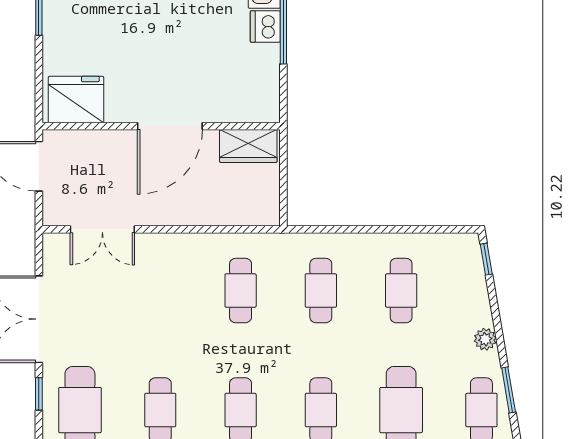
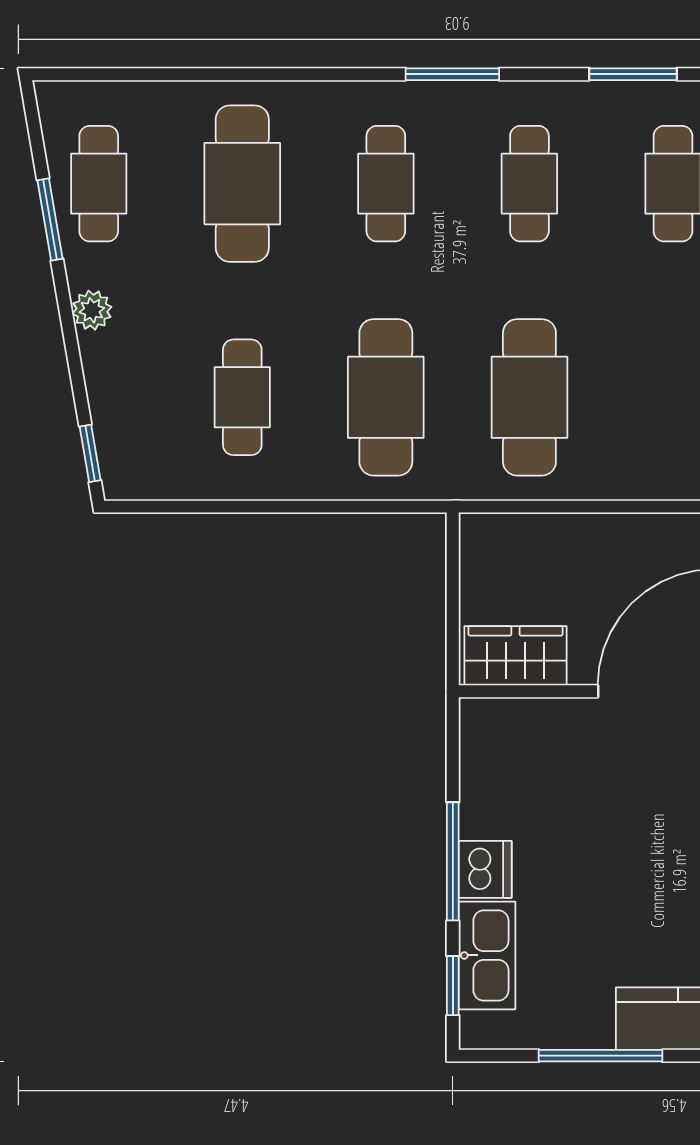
cafe table: (241, 291) -> (529, 397), width x1.37, depth x1.35
cafe table: (321, 291) -> (386, 397), width x1.37, depth x1.35

